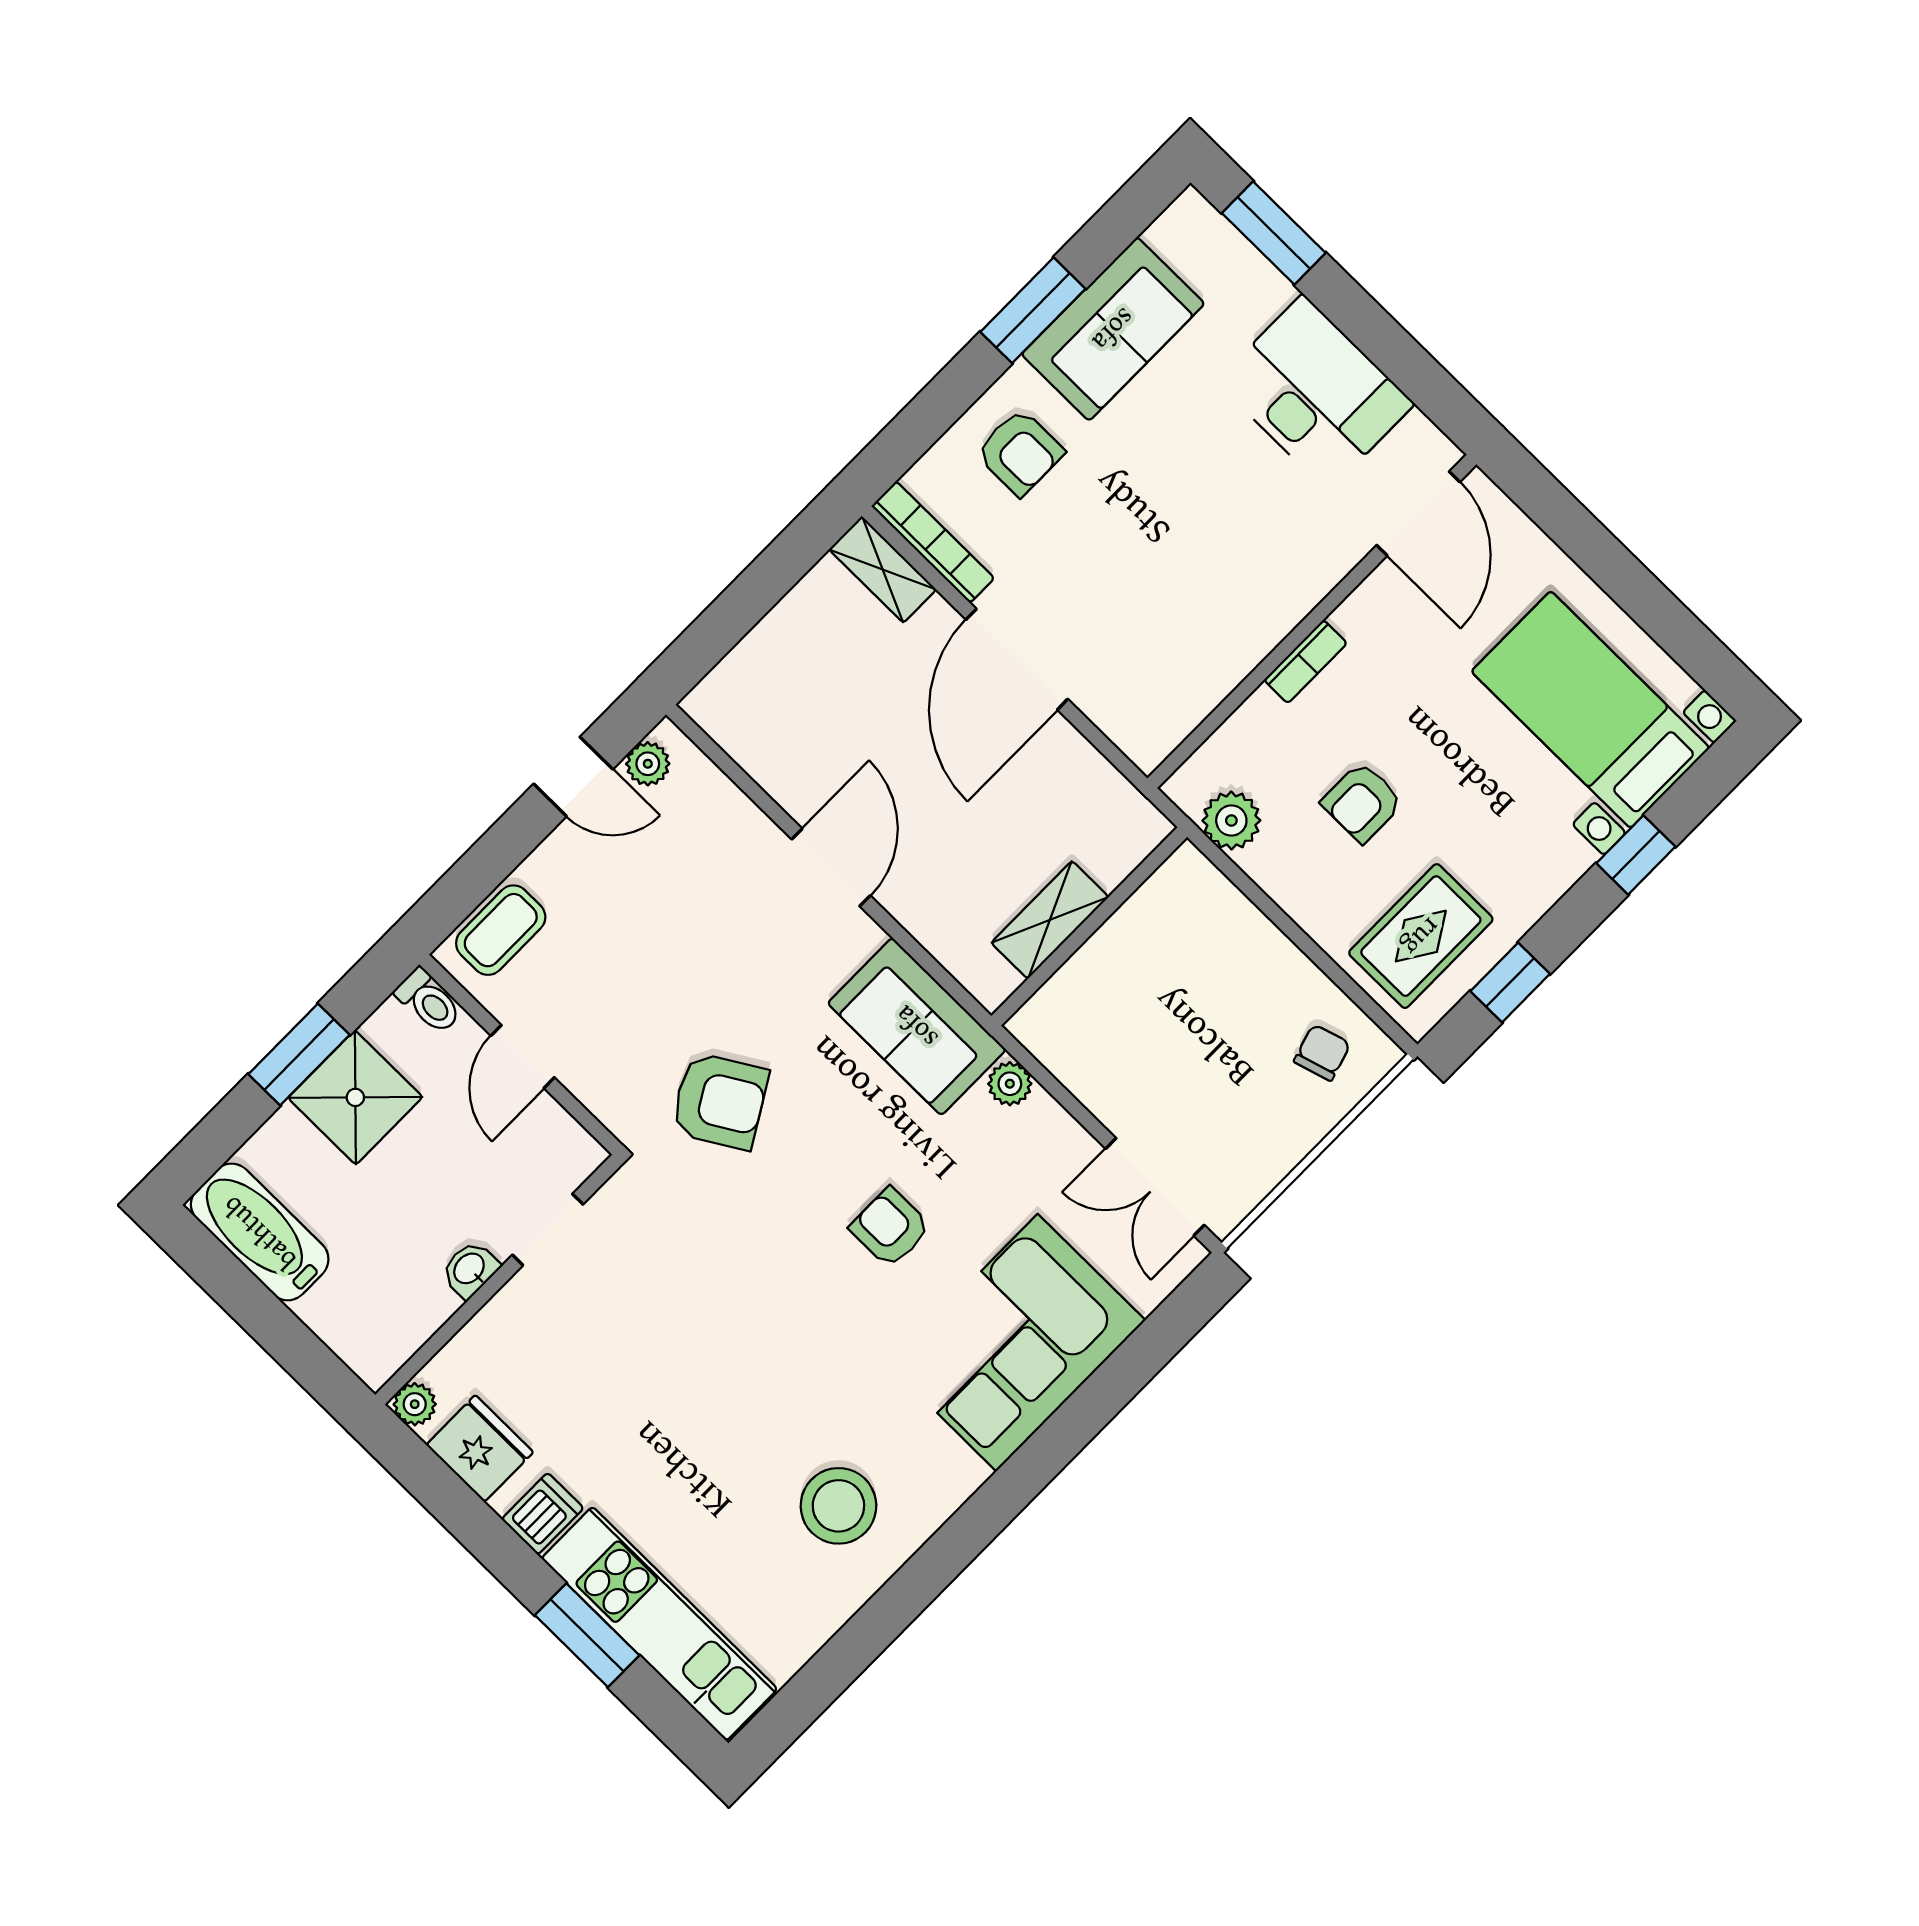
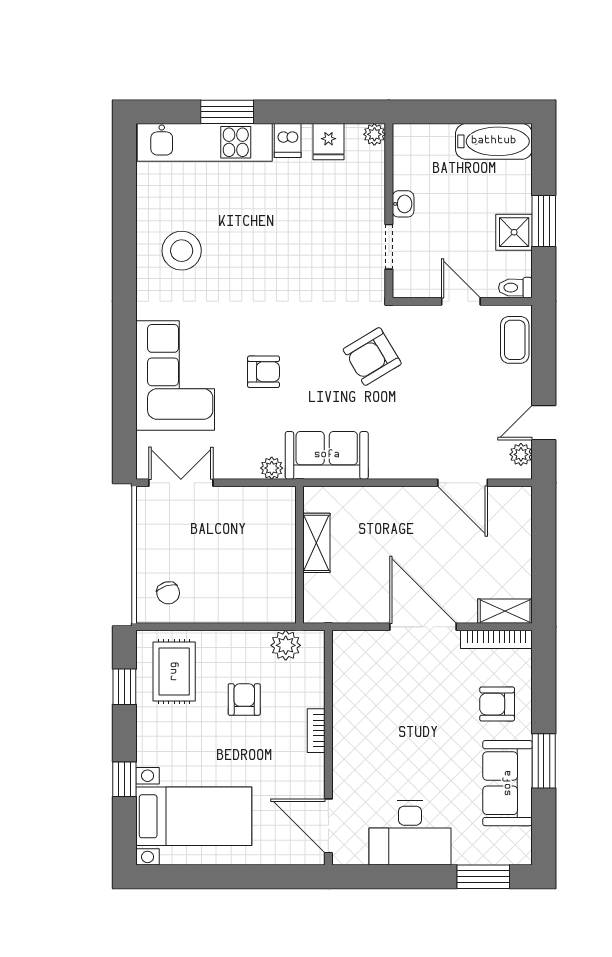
door: (831, 867) -> (463, 483), moved
shower: (355, 1097) -> (514, 232), width x0.73, depth x0.73
fridge: (480, 1448) -> (329, 142), width x0.72

